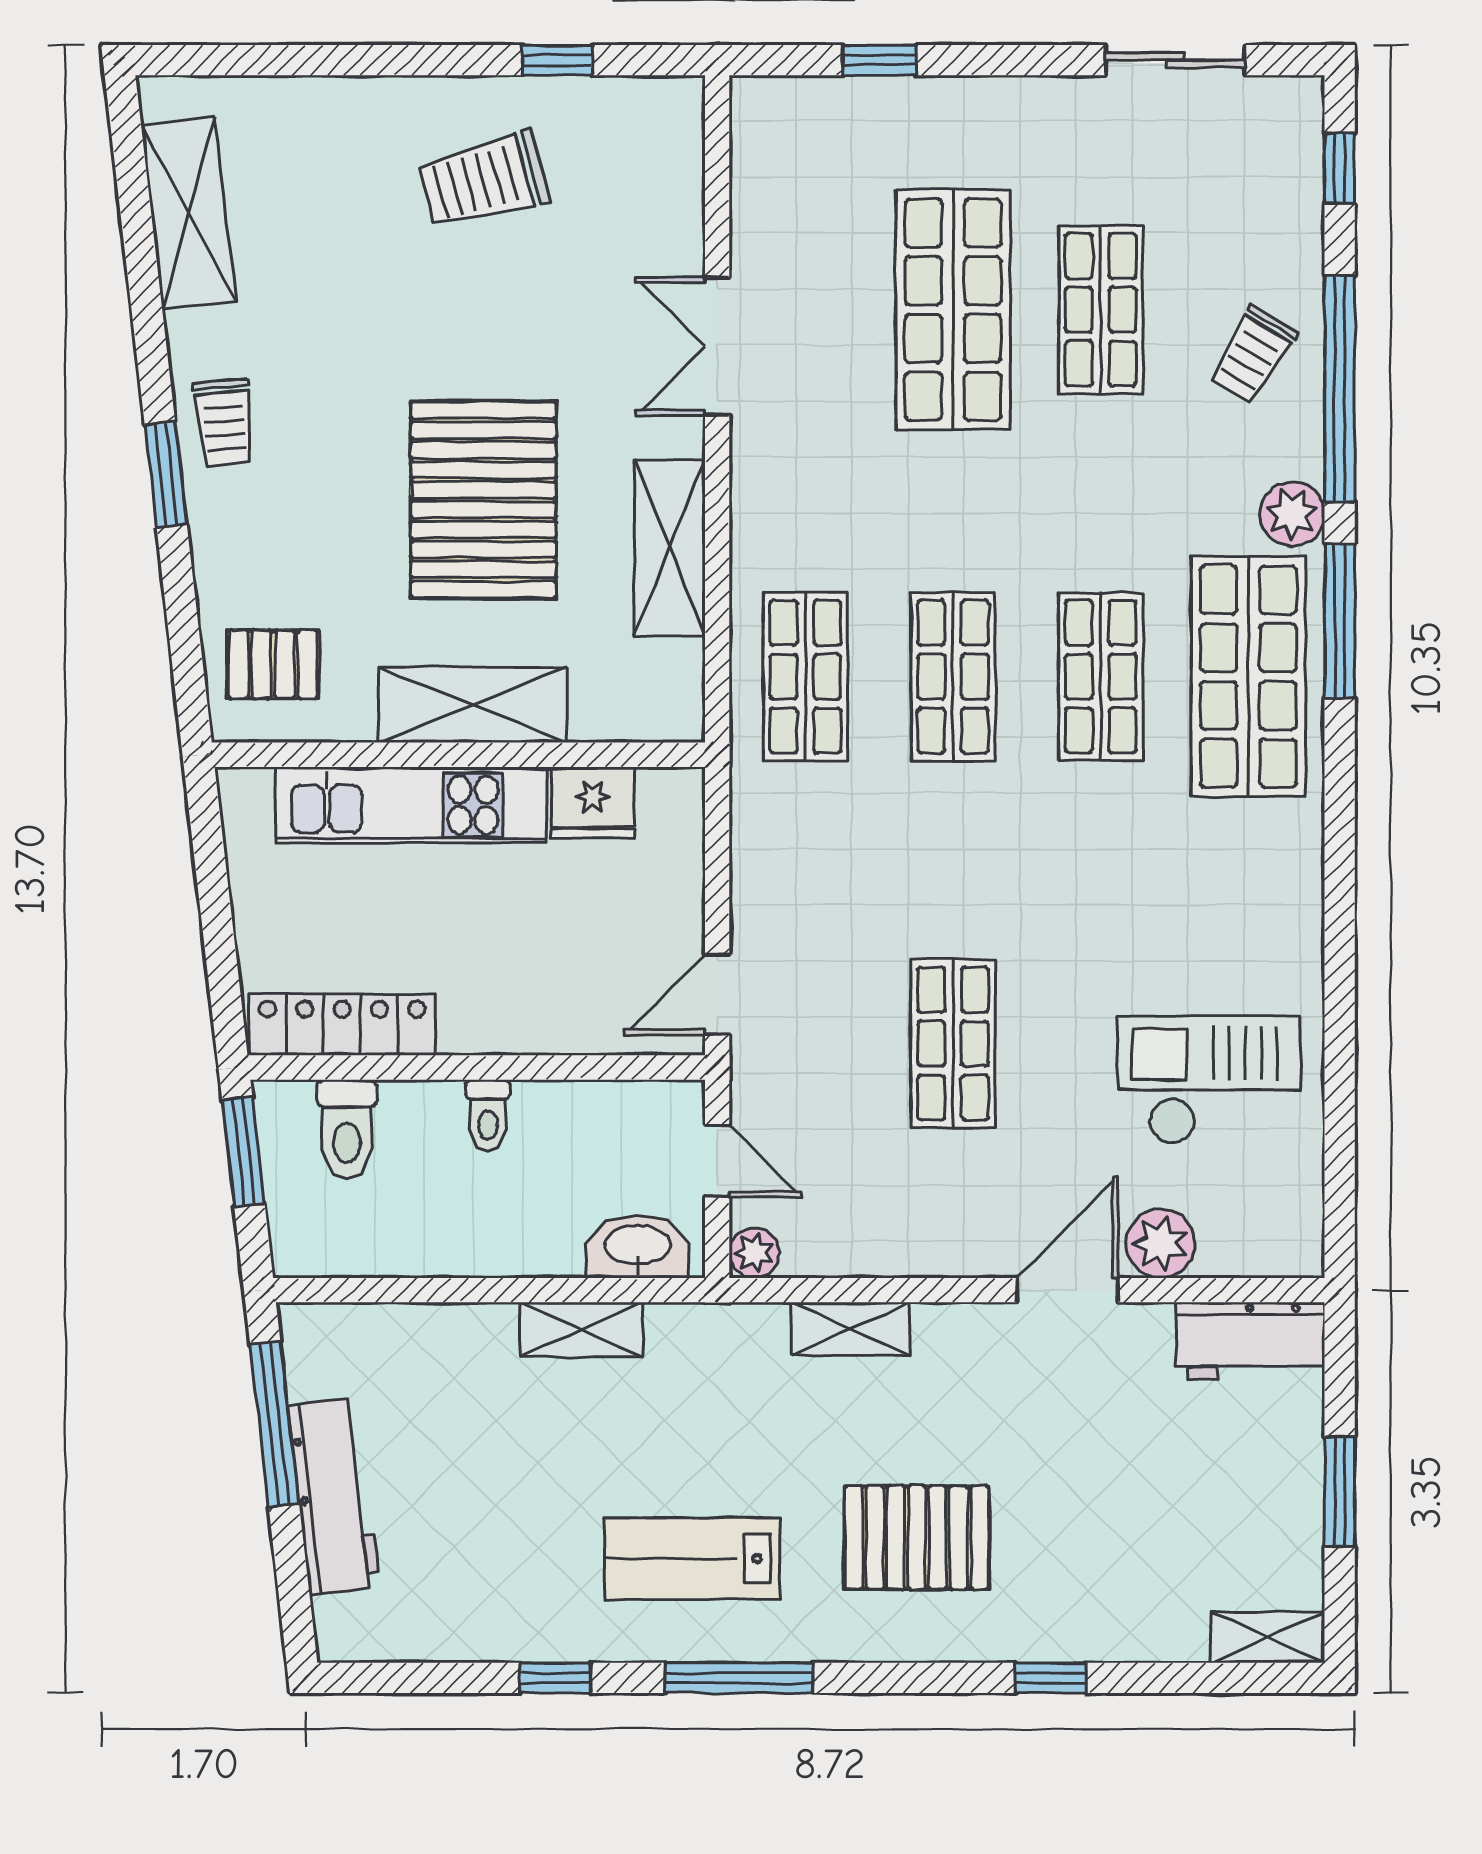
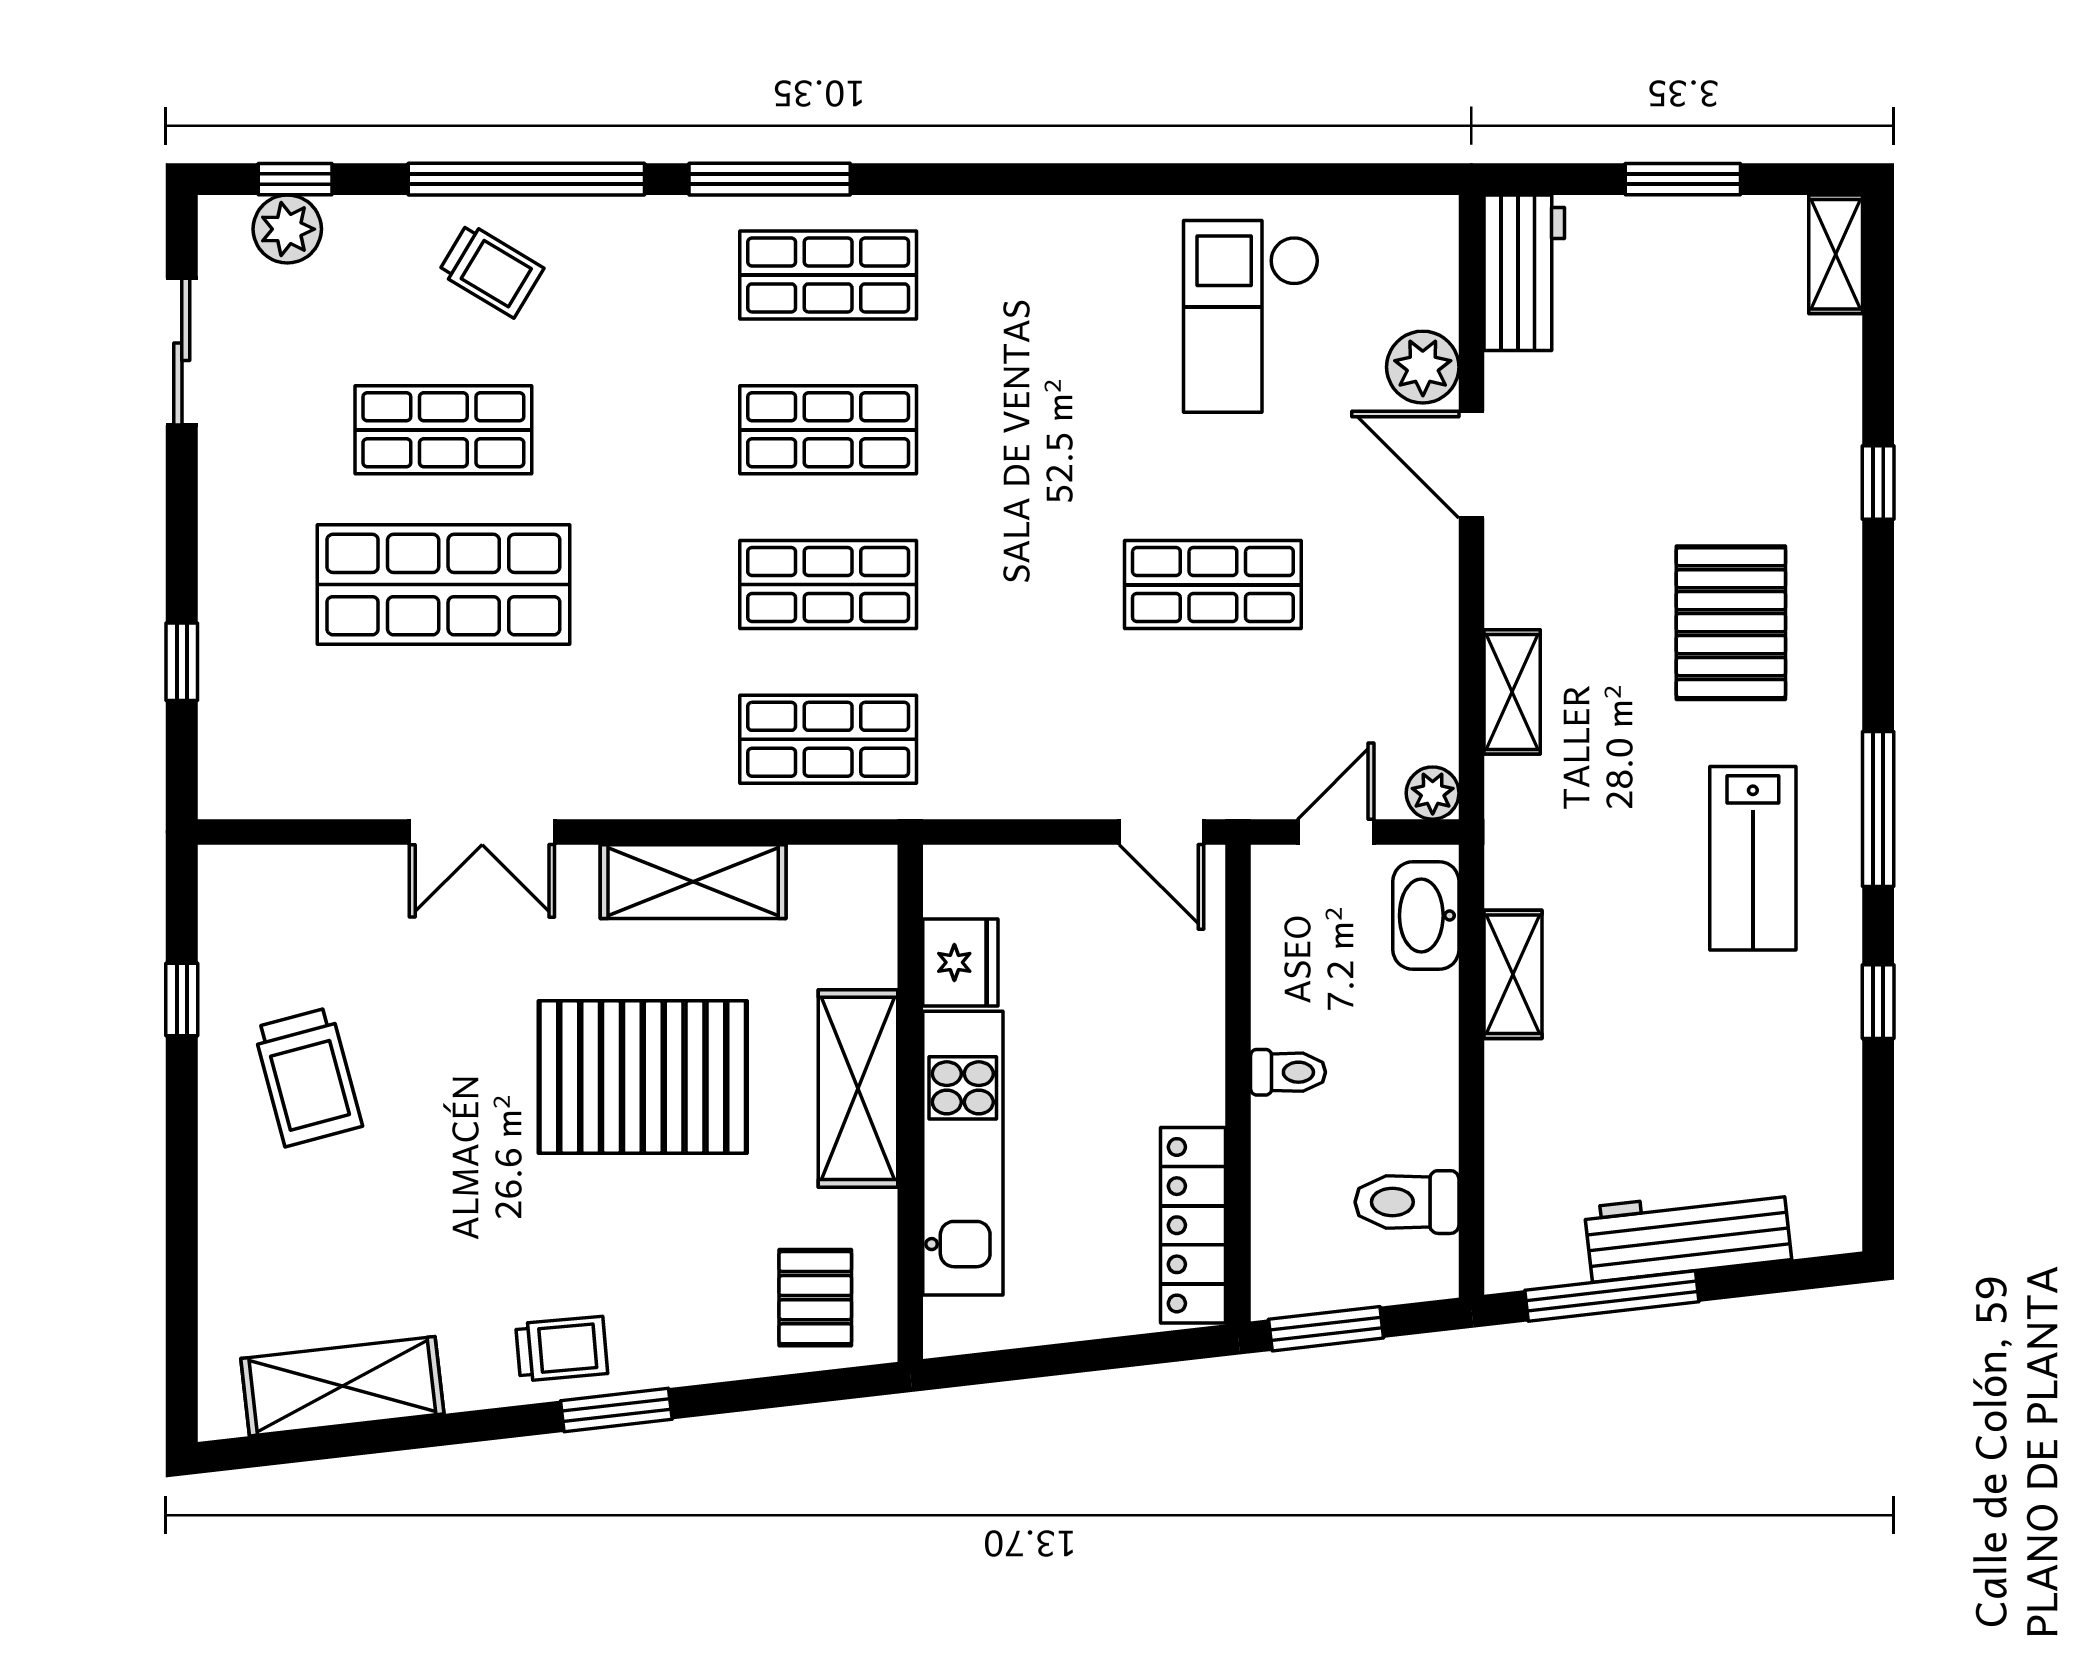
plant: (1292, 514) -> (287, 229), moved
shop shelf: (1248, 677) -> (828, 275), width x0.70, depth x0.74
toilet: (347, 1129) -> (1407, 1202), moved, turned 180

